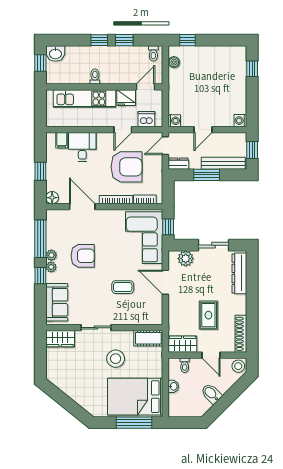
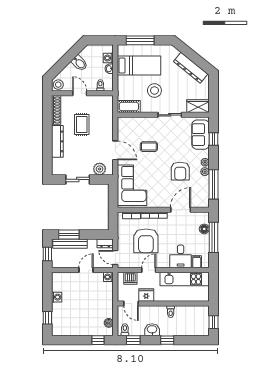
window: (124, 40) -> (133, 340), moved
washbasin: (55, 54) -> (152, 330), moved
door: (146, 87) -> (131, 303), hinge flipped
kitchen unit: (84, 98) -> (185, 279), moved, turned 180
washing machine: (240, 121) -> (57, 297), moved
door: (165, 146) -> (115, 257), swing flipped
armchair: (126, 167) -> (146, 241), turned -90
window: (40, 171) -> (213, 237), width x2.17
window: (207, 175) -> (69, 234), moved
floor lamp: (52, 198) -> (204, 229), moved
door: (82, 207) -> (181, 210), swing flipped
window: (168, 227) -> (113, 194), removed
armchair: (83, 256) -> (180, 171), turned -90
dresser: (239, 273) -> (57, 141), moved
window: (40, 276) -> (213, 139), moved
wardrobe: (182, 344) -> (102, 102), removed
dresser: (69, 388) -> (191, 68), added
bed: (135, 397) -> (139, 66), width x0.67
washing machine: (174, 400) -> (108, 58), added

